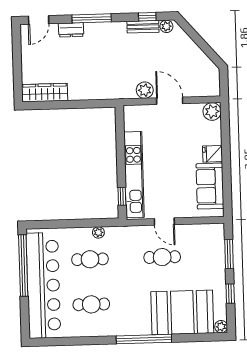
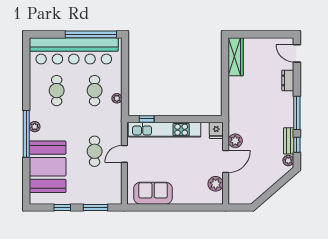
window: (92, 18) -> (297, 113), moved
plant: (212, 112) -> (216, 184), moved
fridge: (212, 154) -> (216, 130), moved, turned 180
plant: (221, 327) -> (35, 127), moved

